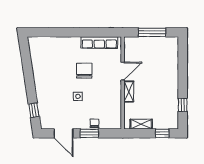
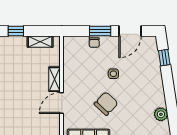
plant: (37, 61) -> (161, 114), added
chair: (84, 71) -> (106, 104), turned -137
door: (64, 133) -> (130, 31), swing flipped

